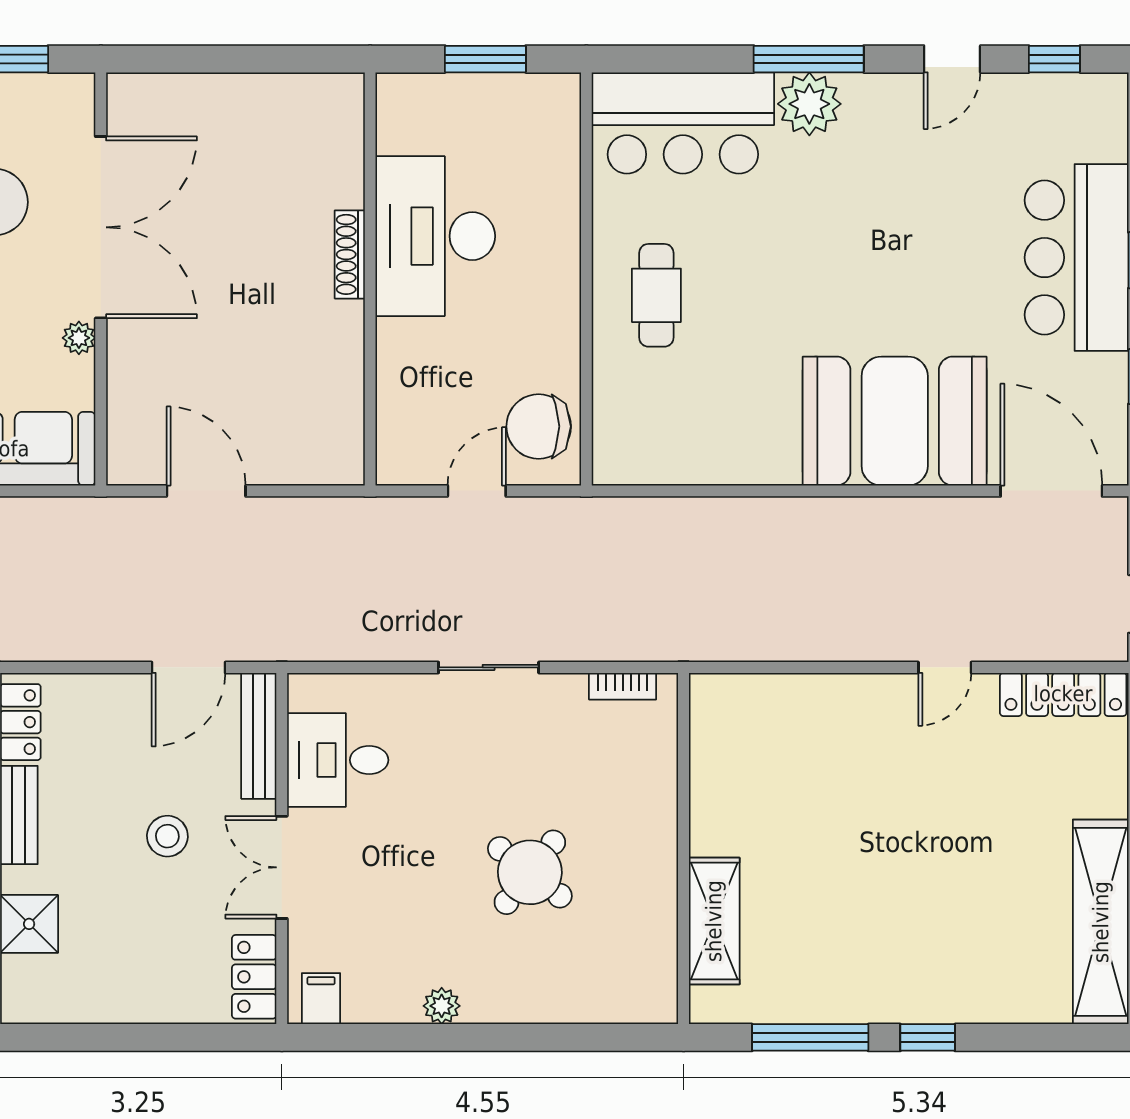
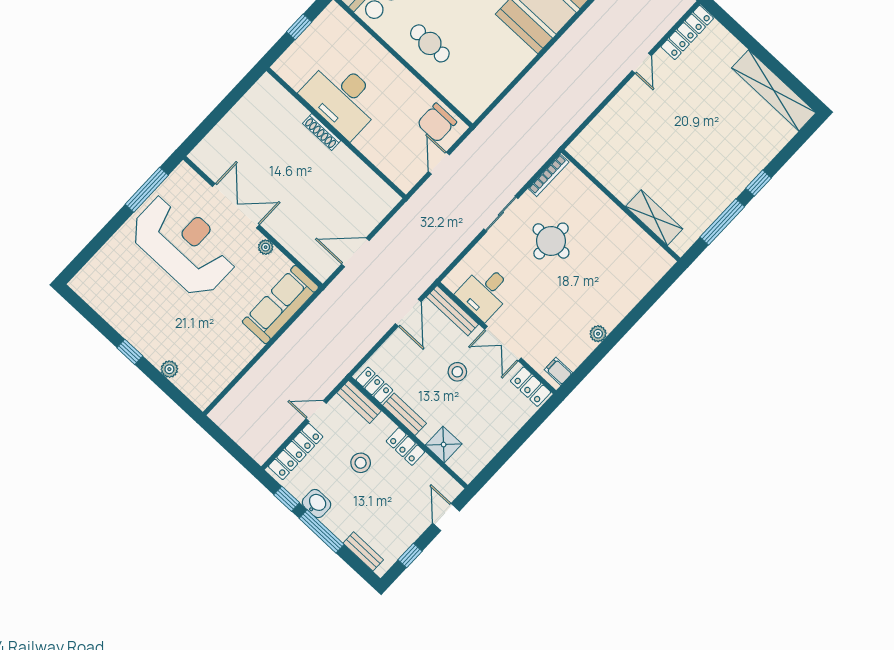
window: (485, 59) -> (299, 27), width x0.67
double door: (101, 227) -> (236, 206), width x0.73
bookcase: (623, 686) -> (548, 175), width x1.56
round table: (530, 872) -> (551, 241), moved, turned -38

